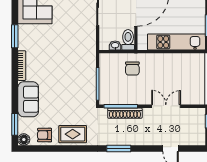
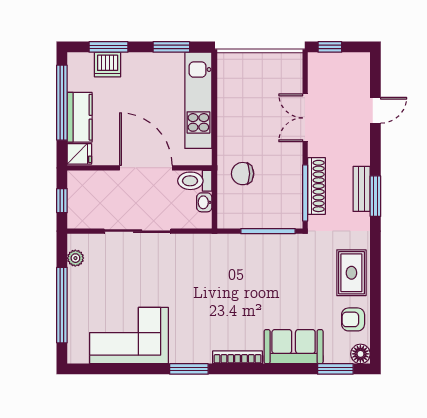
chair: (132, 69) -> (243, 174), turned 180
armchair: (45, 135) -> (353, 319), turned 90
bench: (123, 140) -> (362, 189), added

